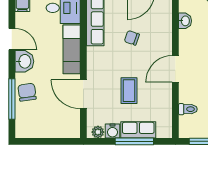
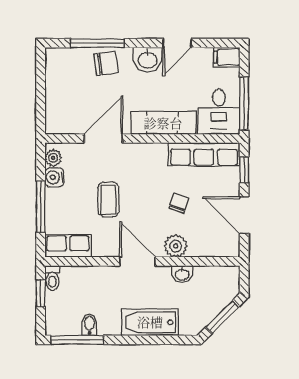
washbasin: (185, 21) -> (182, 274), moved
plant: (164, 40) -> (176, 246), added
coffee table: (129, 91) -> (108, 199), turned 90
toilet: (188, 109) -> (52, 278), moved
row of seats: (138, 130) -> (68, 246), moved, turned -90

